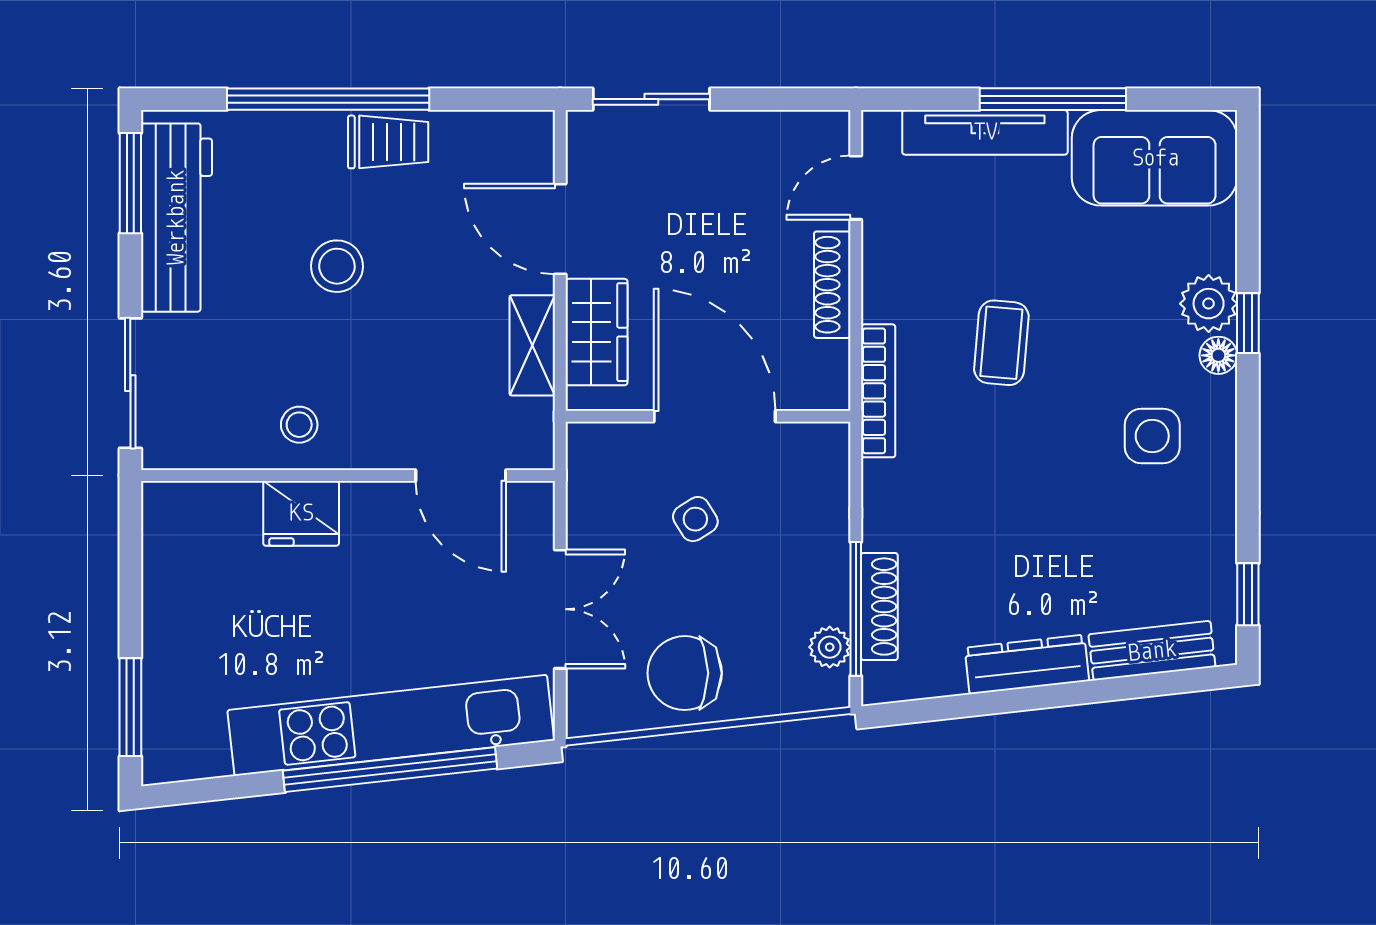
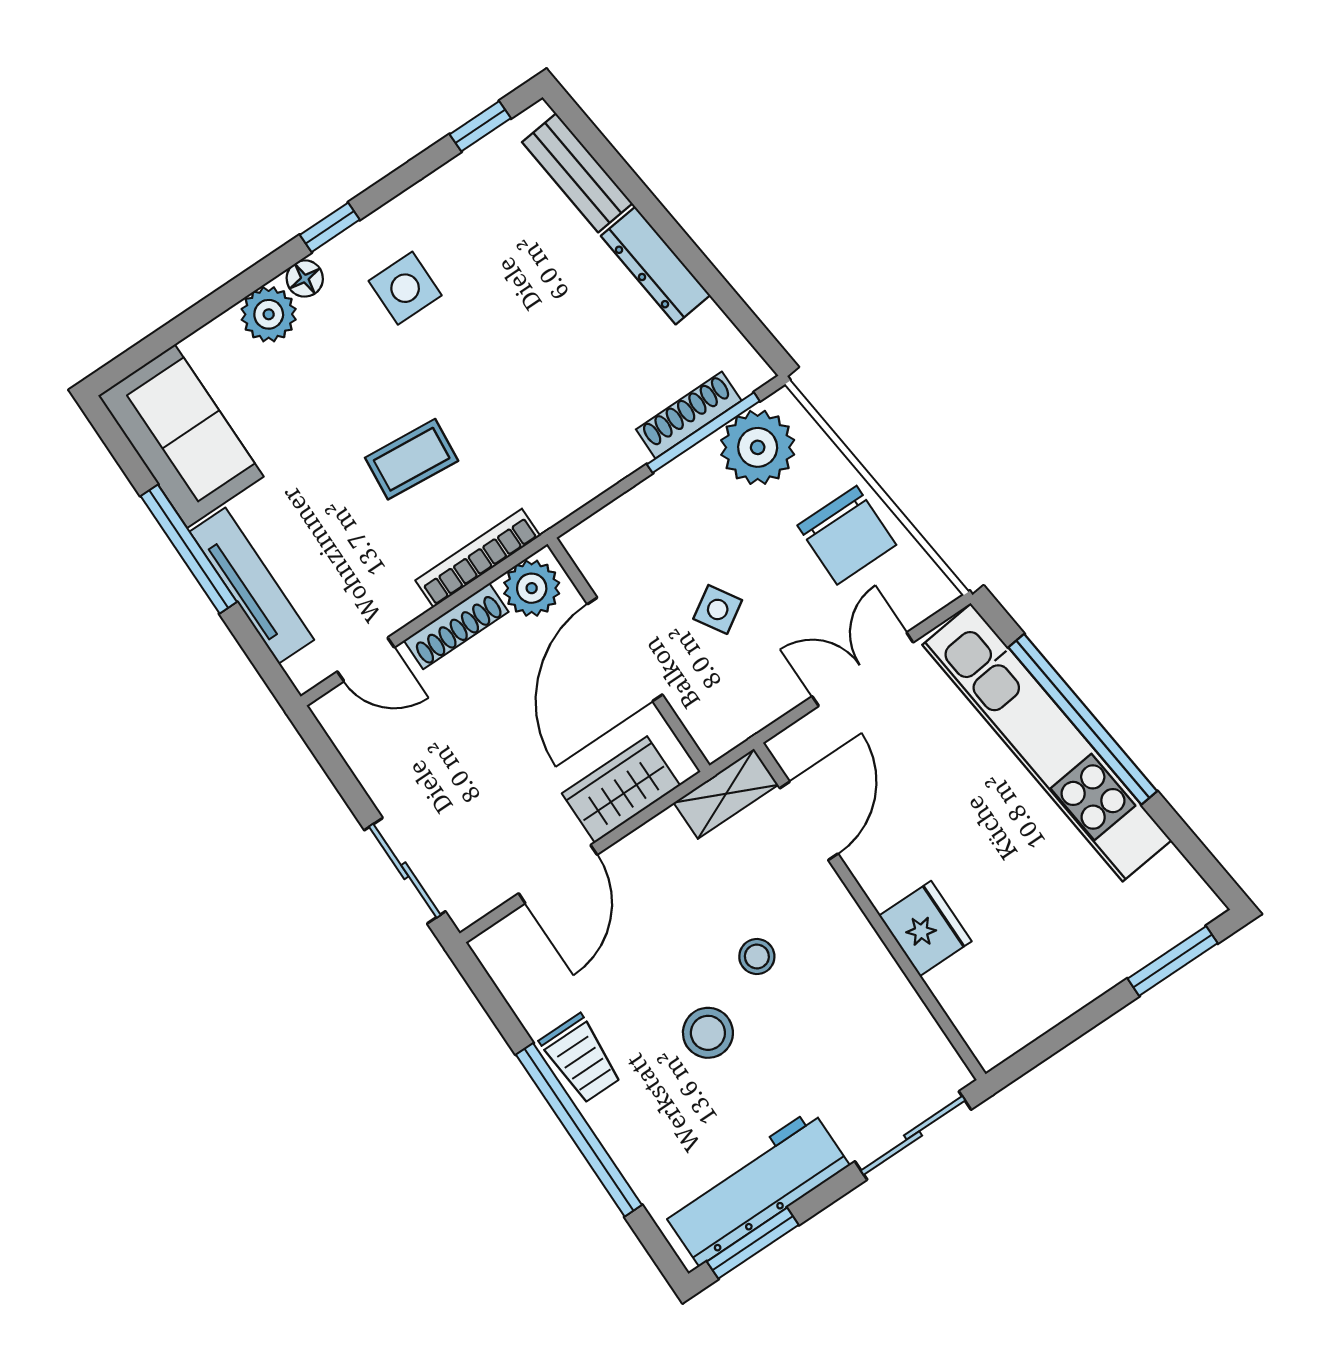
trolley: (388, 142) -> (581, 1059), turned 180
window: (1248, 323) -> (330, 227), moved
shelving: (532, 345) -> (726, 794), moved
plant: (821, 372) -> (532, 588), added
bookcase: (878, 391) -> (478, 558), moved
stool: (299, 425) -> (757, 957), moved
plant: (830, 647) -> (758, 447), width x1.88, depth x1.88

